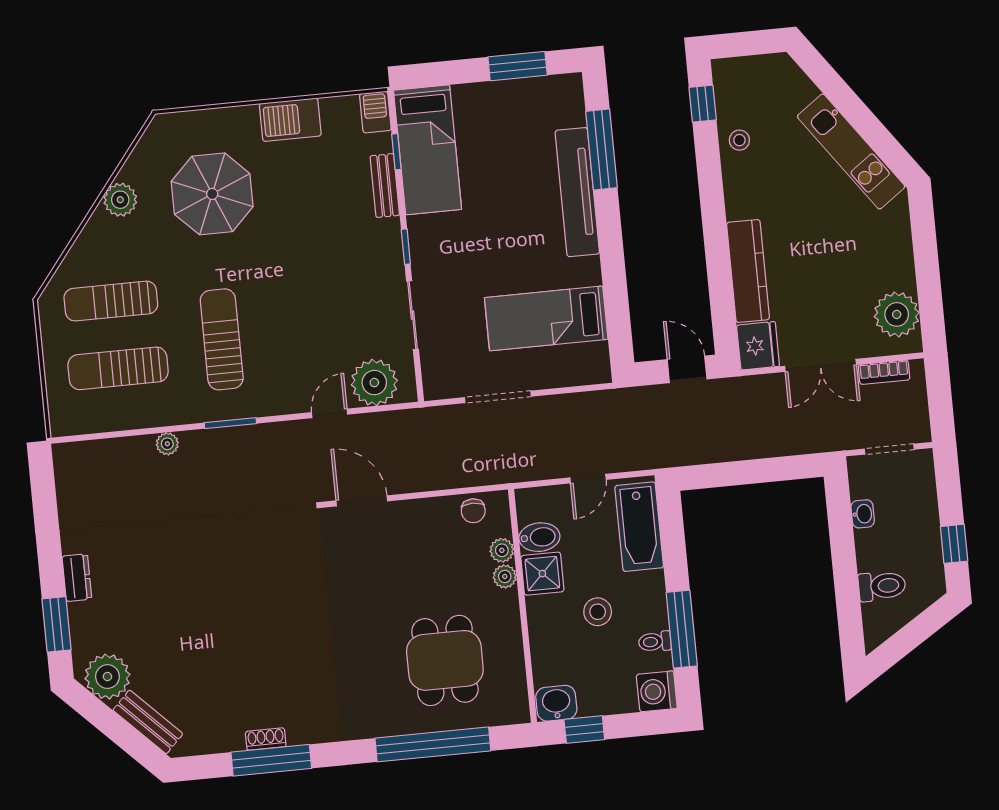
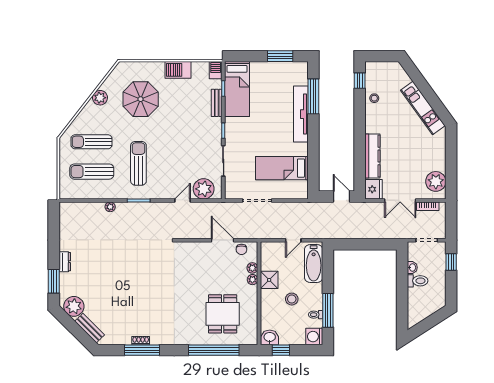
door: (362, 501) -> (223, 240), moved
bidet: (539, 537) -> (269, 264), removed
window: (954, 544) -> (451, 262), moved
toilet: (882, 586) -> (418, 281), moved

